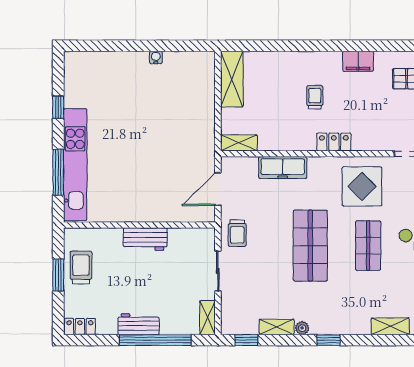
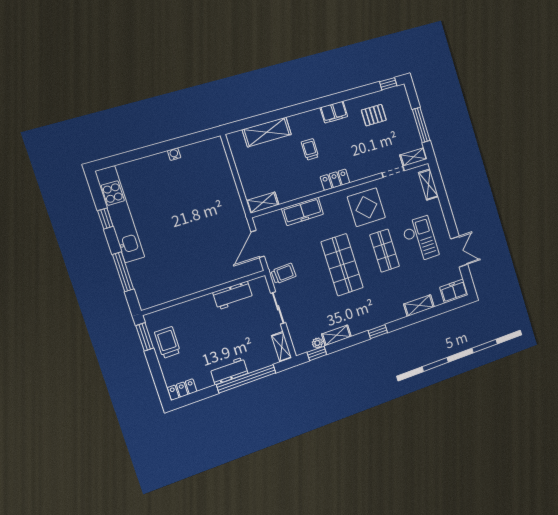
shelving: (232, 79) -> (267, 132), moved, turned 90
kitchen unit: (75, 165) -> (120, 214), moved
trolley: (237, 233) -> (284, 273), turned -93
workbench: (145, 239) -> (233, 295), moved
window: (58, 275) -> (145, 337), moved
plant: (302, 328) -> (317, 343), moved

